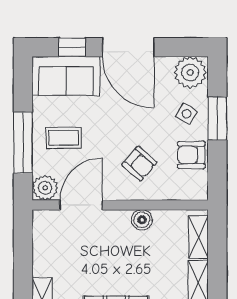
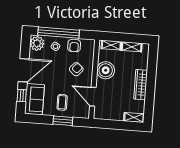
window: (217, 118) -> (59, 33), width x2.11
window: (23, 143) -> (63, 121), width x0.69
plant: (45, 188) -> (84, 112), removed
boiler: (142, 220) -> (106, 70), width x1.86, depth x1.86

